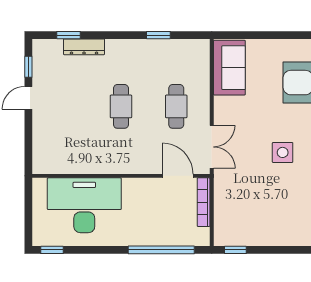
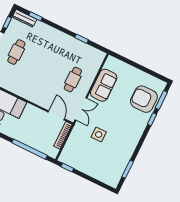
dresser: (84, 47) -> (25, 18), moved
sofa: (229, 68) -> (104, 85), moved
cafe table: (121, 106) -> (16, 52), moved
side table: (283, 152) -> (99, 135), moved

